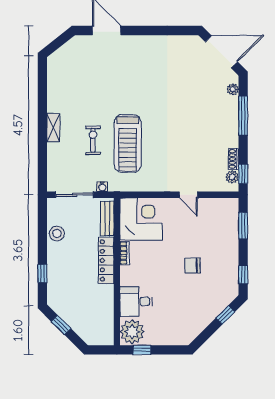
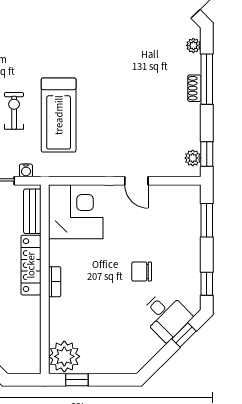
shoe rack: (233, 159) -> (194, 88), moved
bookcase: (125, 253) -> (55, 282), moved
desk: (136, 301) -> (166, 316), moved, turned -135

